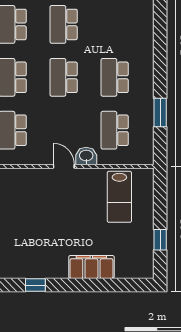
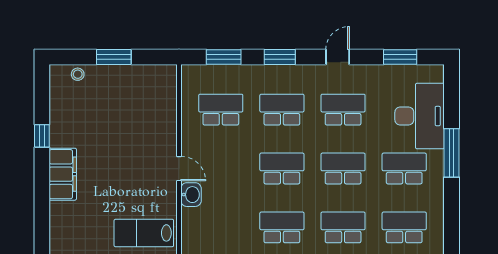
school desk: (115, 130) -> (343, 227), moved
door: (64, 166) -> (179, 169), hinge flipped
filing cabinet: (91, 267) -> (63, 174), moved

